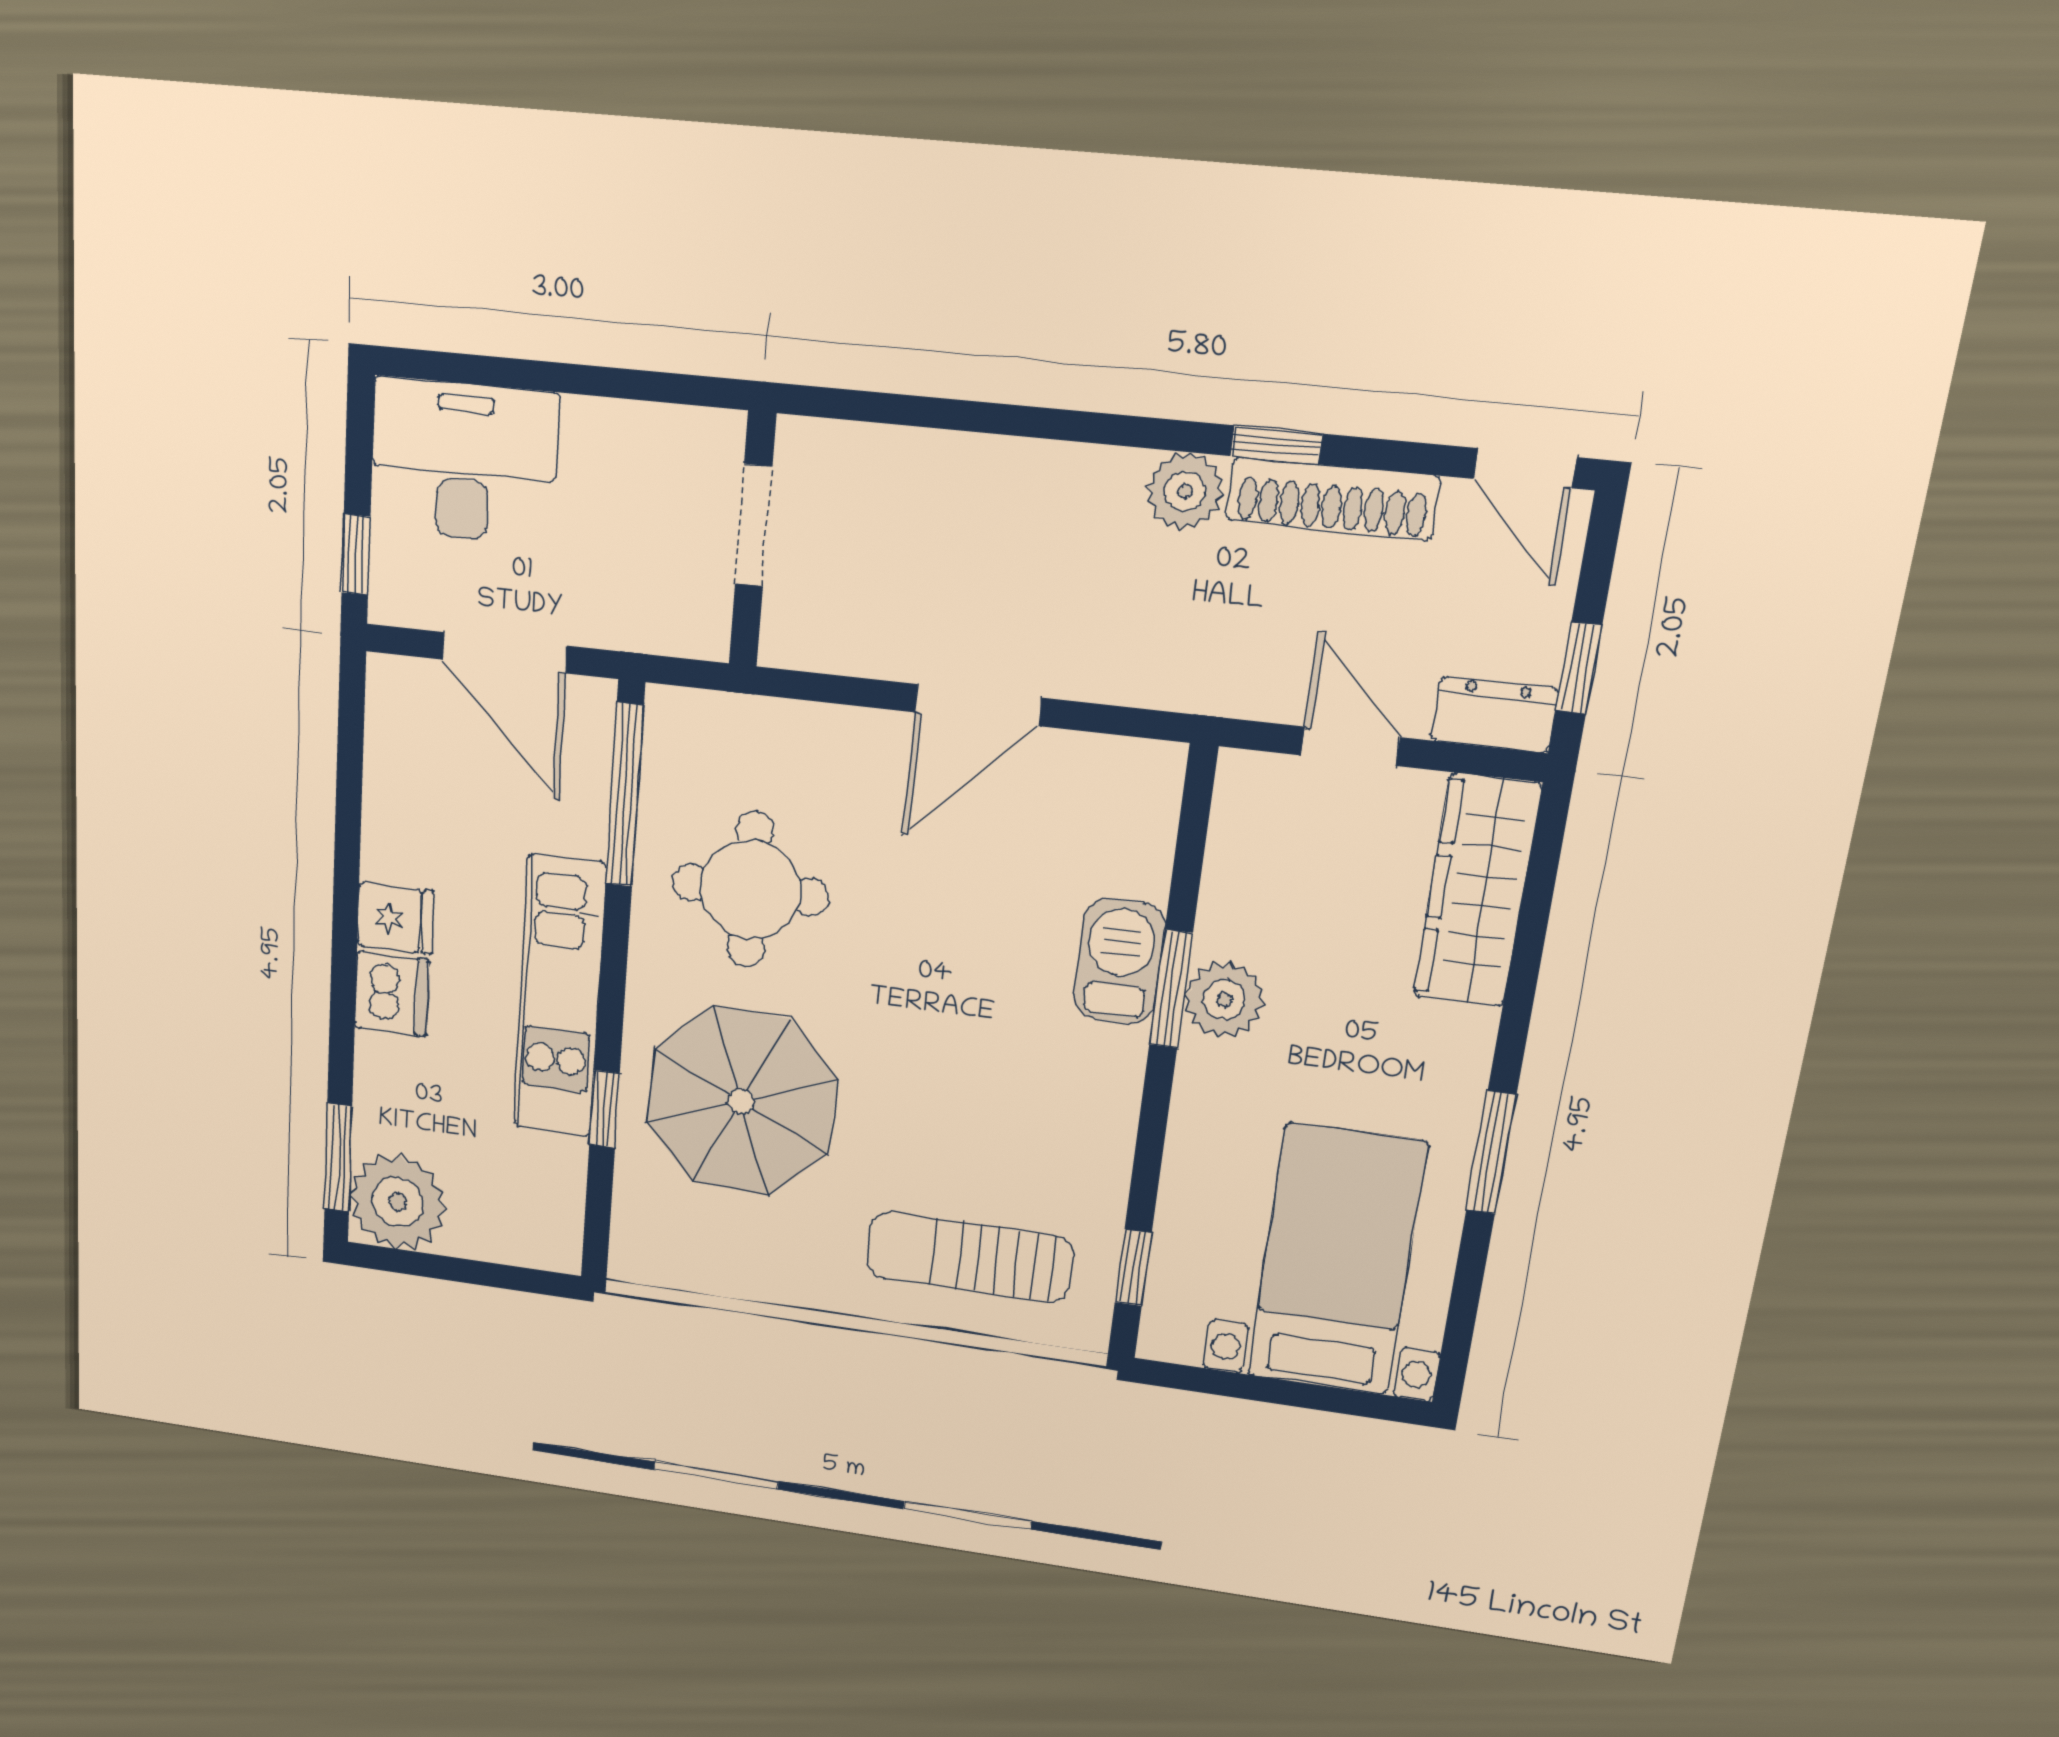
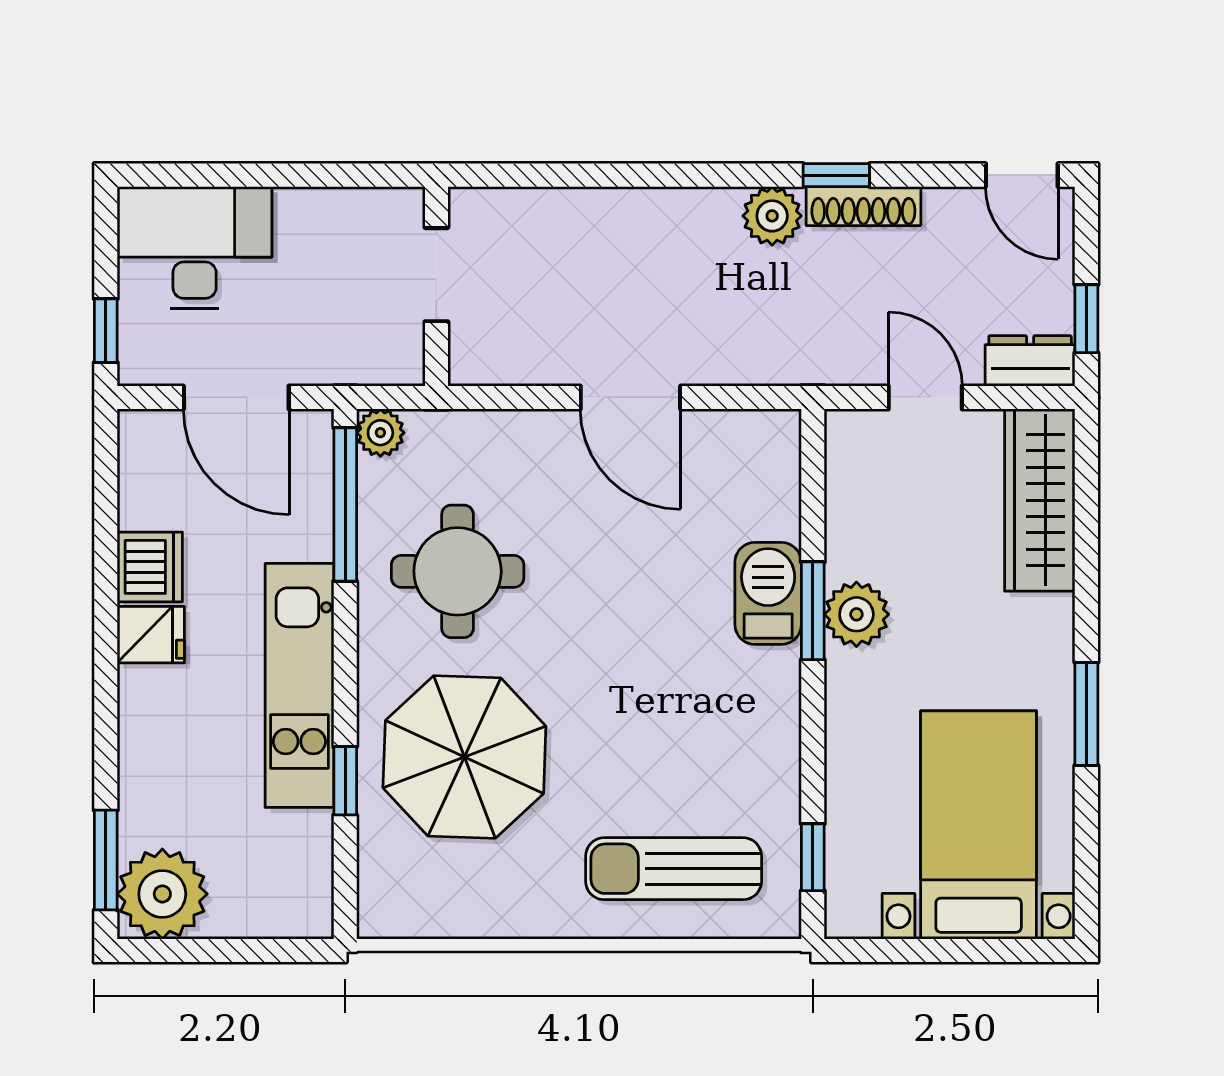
shoe rack: (1333, 498) -> (863, 206), width x0.74, depth x0.81
door: (978, 705) -> (630, 397), hinge flipped
plant: (672, 714) -> (380, 433), added
dishwasher: (392, 994) -> (150, 567), moved

